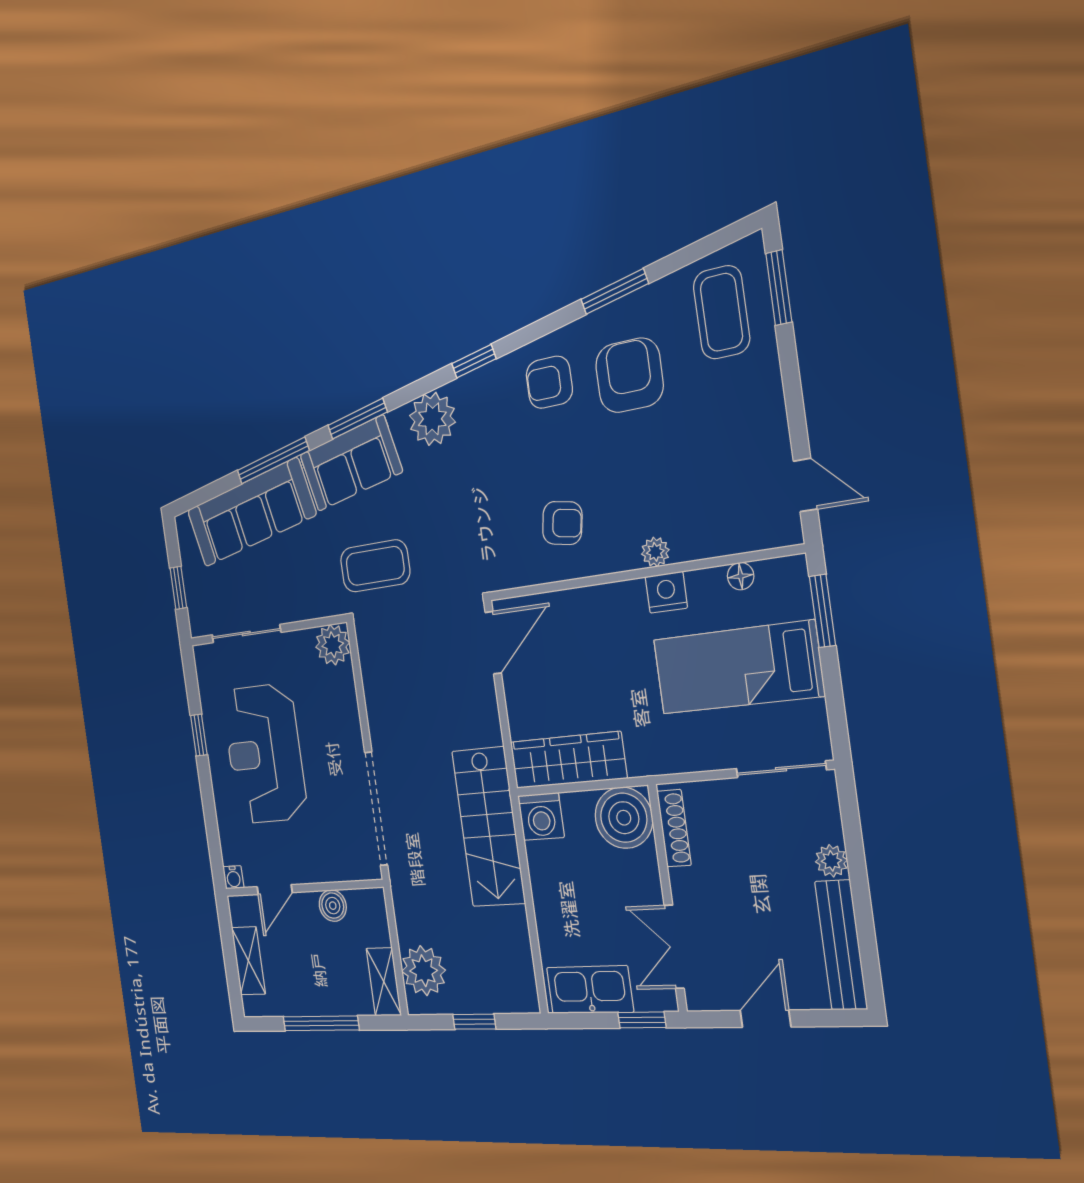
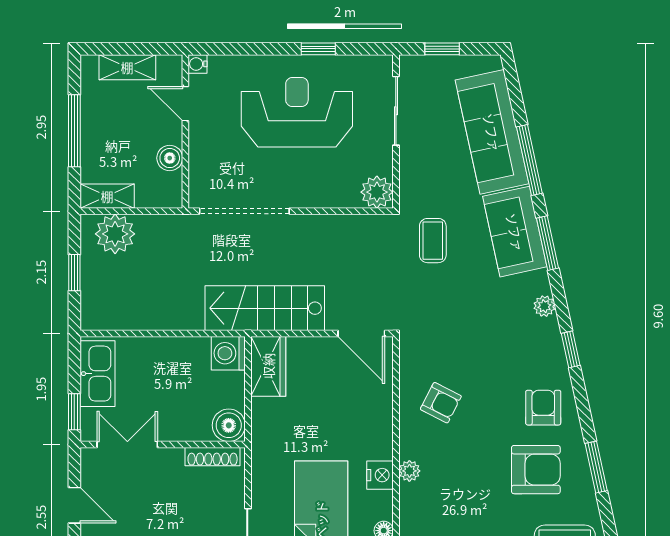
plant: (432, 419) -> (544, 306), width x0.53, depth x0.53
armchair: (562, 523) -> (441, 403), turned -73
coffee table: (375, 566) -> (433, 241), width x0.73, depth x0.77
wardrobe: (568, 760) -> (268, 366), width x0.67
boiler: (624, 818) -> (229, 425), width x0.73, depth x0.73
stairs: (489, 827) -> (265, 308), moved

